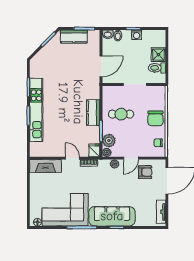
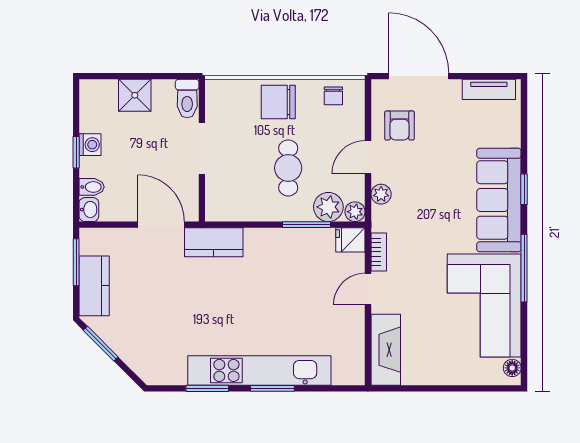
toilet: (157, 68) -> (187, 99), moved
kitchen counter: (93, 113) -> (214, 242), moved
cafe table: (121, 114) -> (288, 168), moved
chair: (155, 118) -> (278, 102), turned 180
door: (131, 158) -> (368, 157), swing flipped
armchair: (145, 172) -> (399, 126), turned 180

